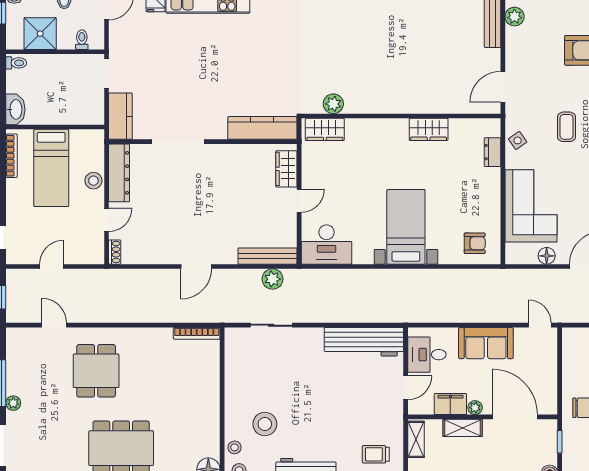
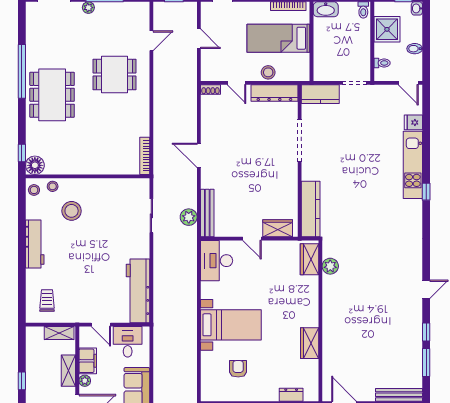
armchair: (475, 243) -> (238, 369), moved, turned 180

